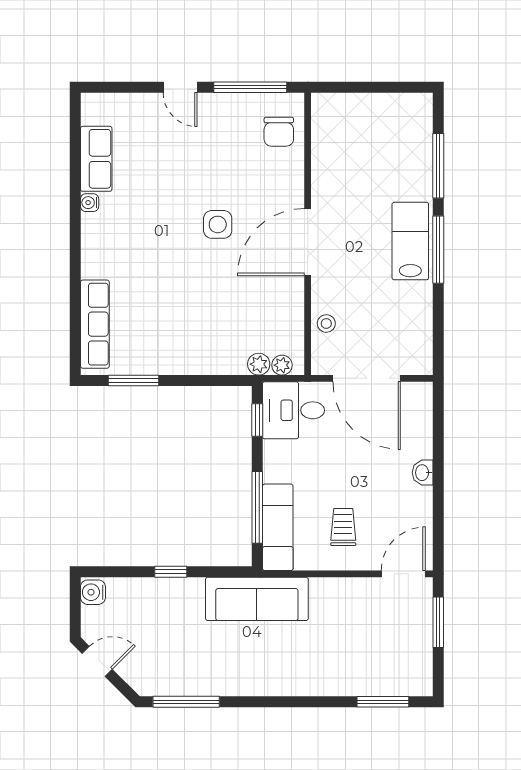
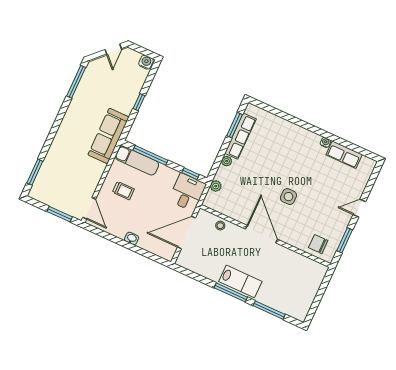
window: (250, 87) -> (345, 240), width x0.69
row of seats: (95, 324) -> (240, 136), moved, turned -90
plant: (282, 365) -> (227, 161), moved

